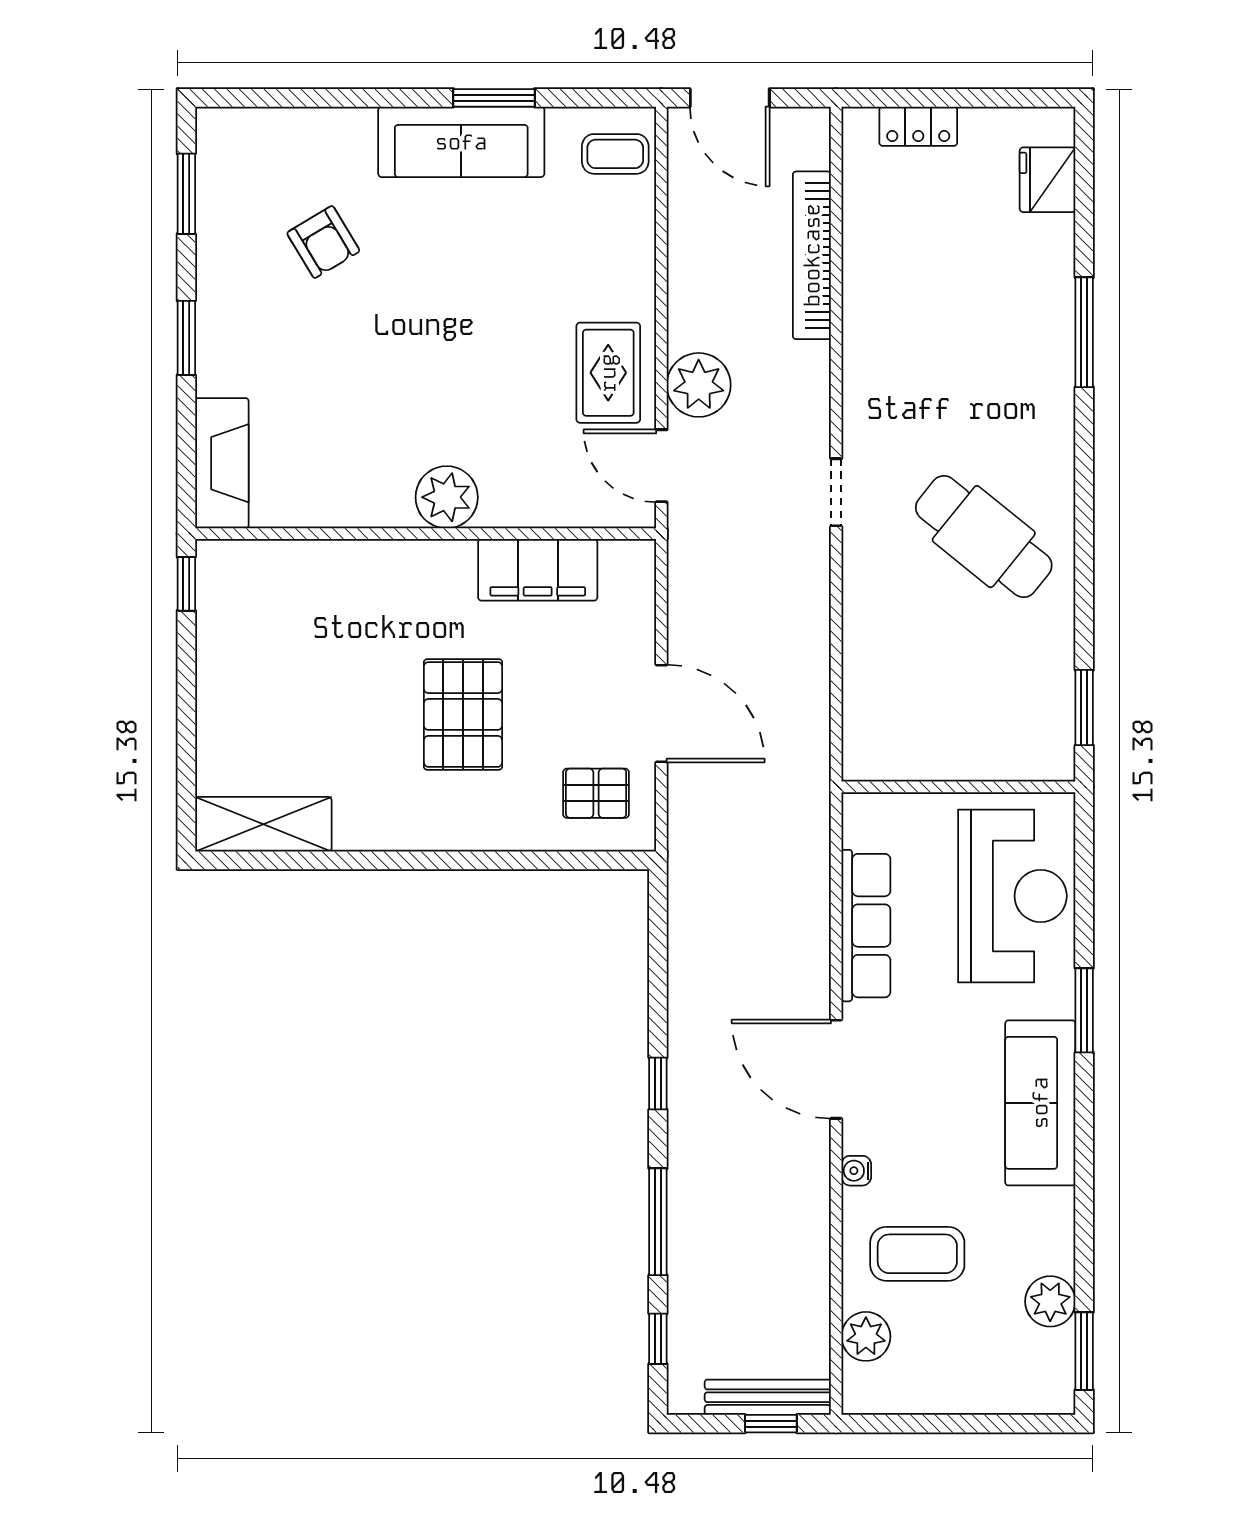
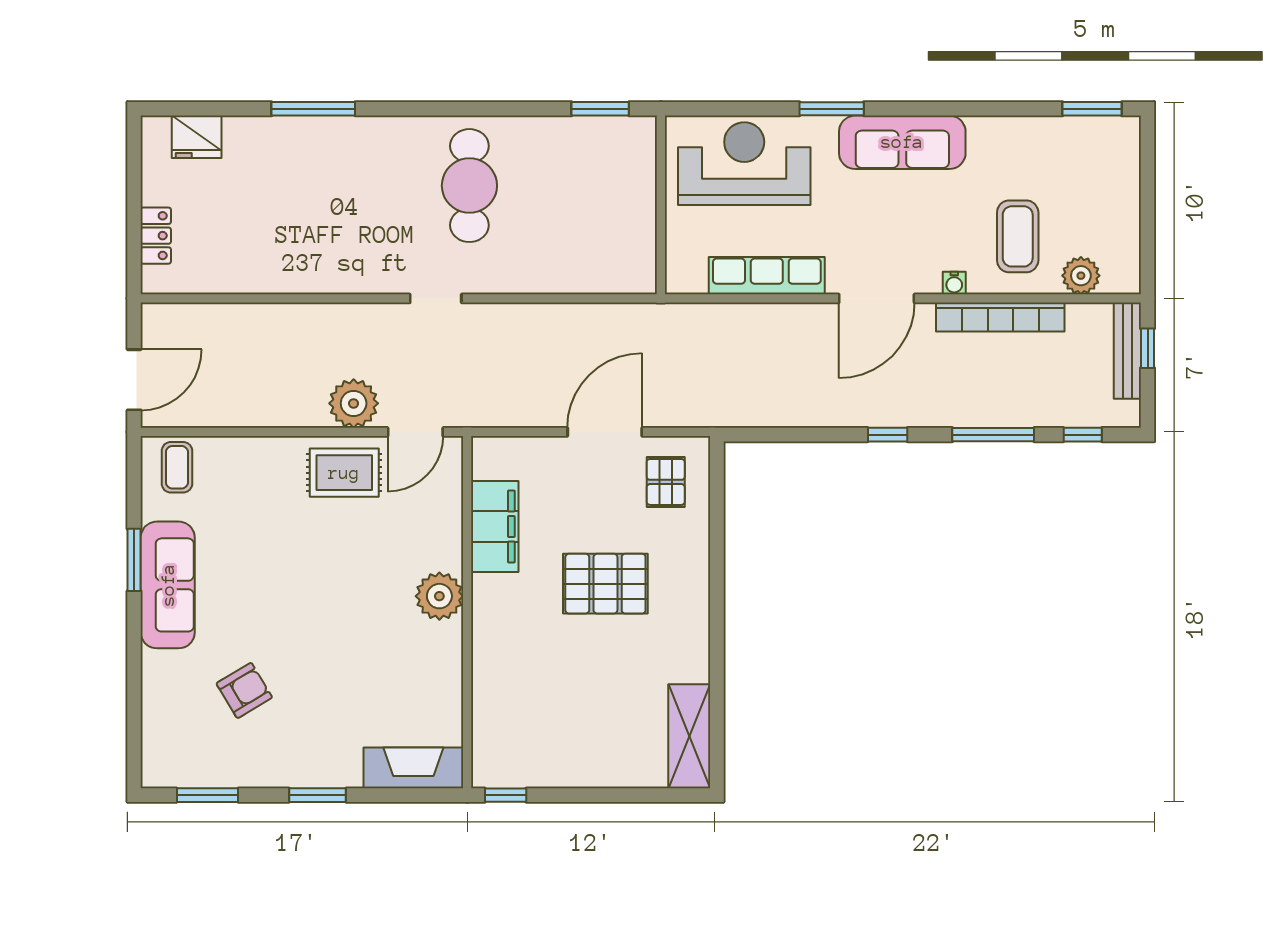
bookcase: (812, 255) -> (1000, 317), moved
cafe table: (984, 537) -> (469, 186), turned -39
plant: (1050, 1301) -> (1054, 135), removed

